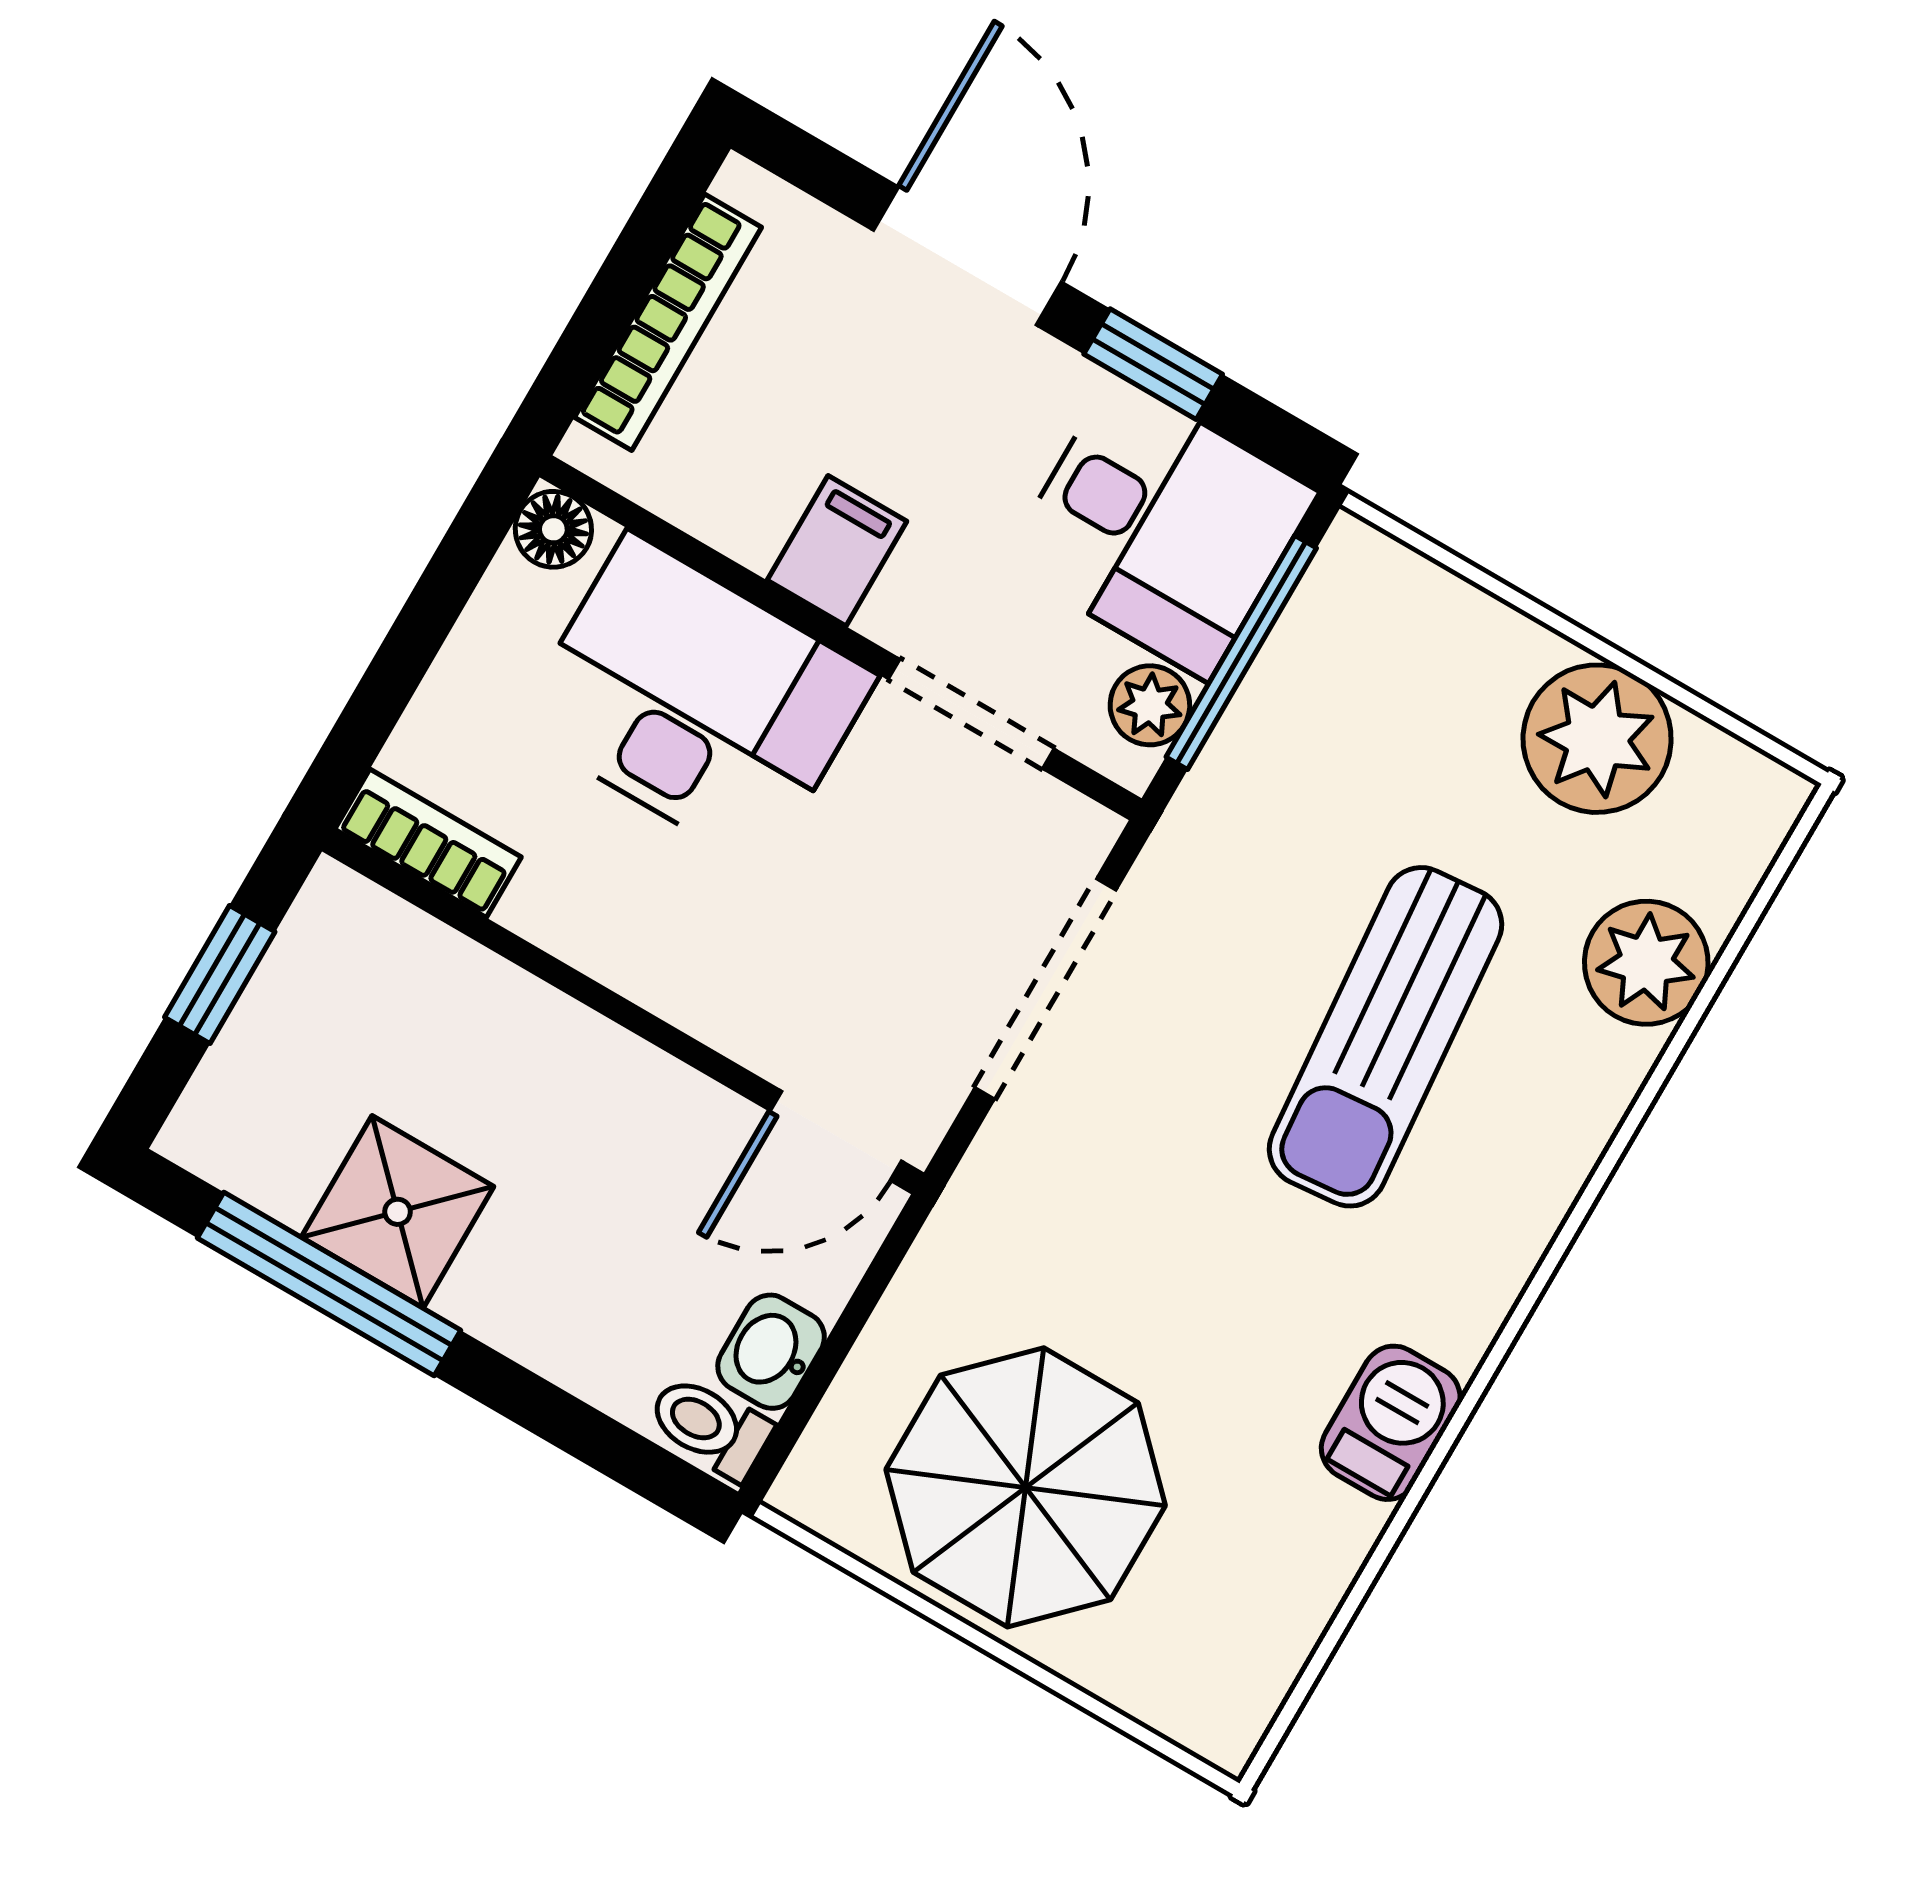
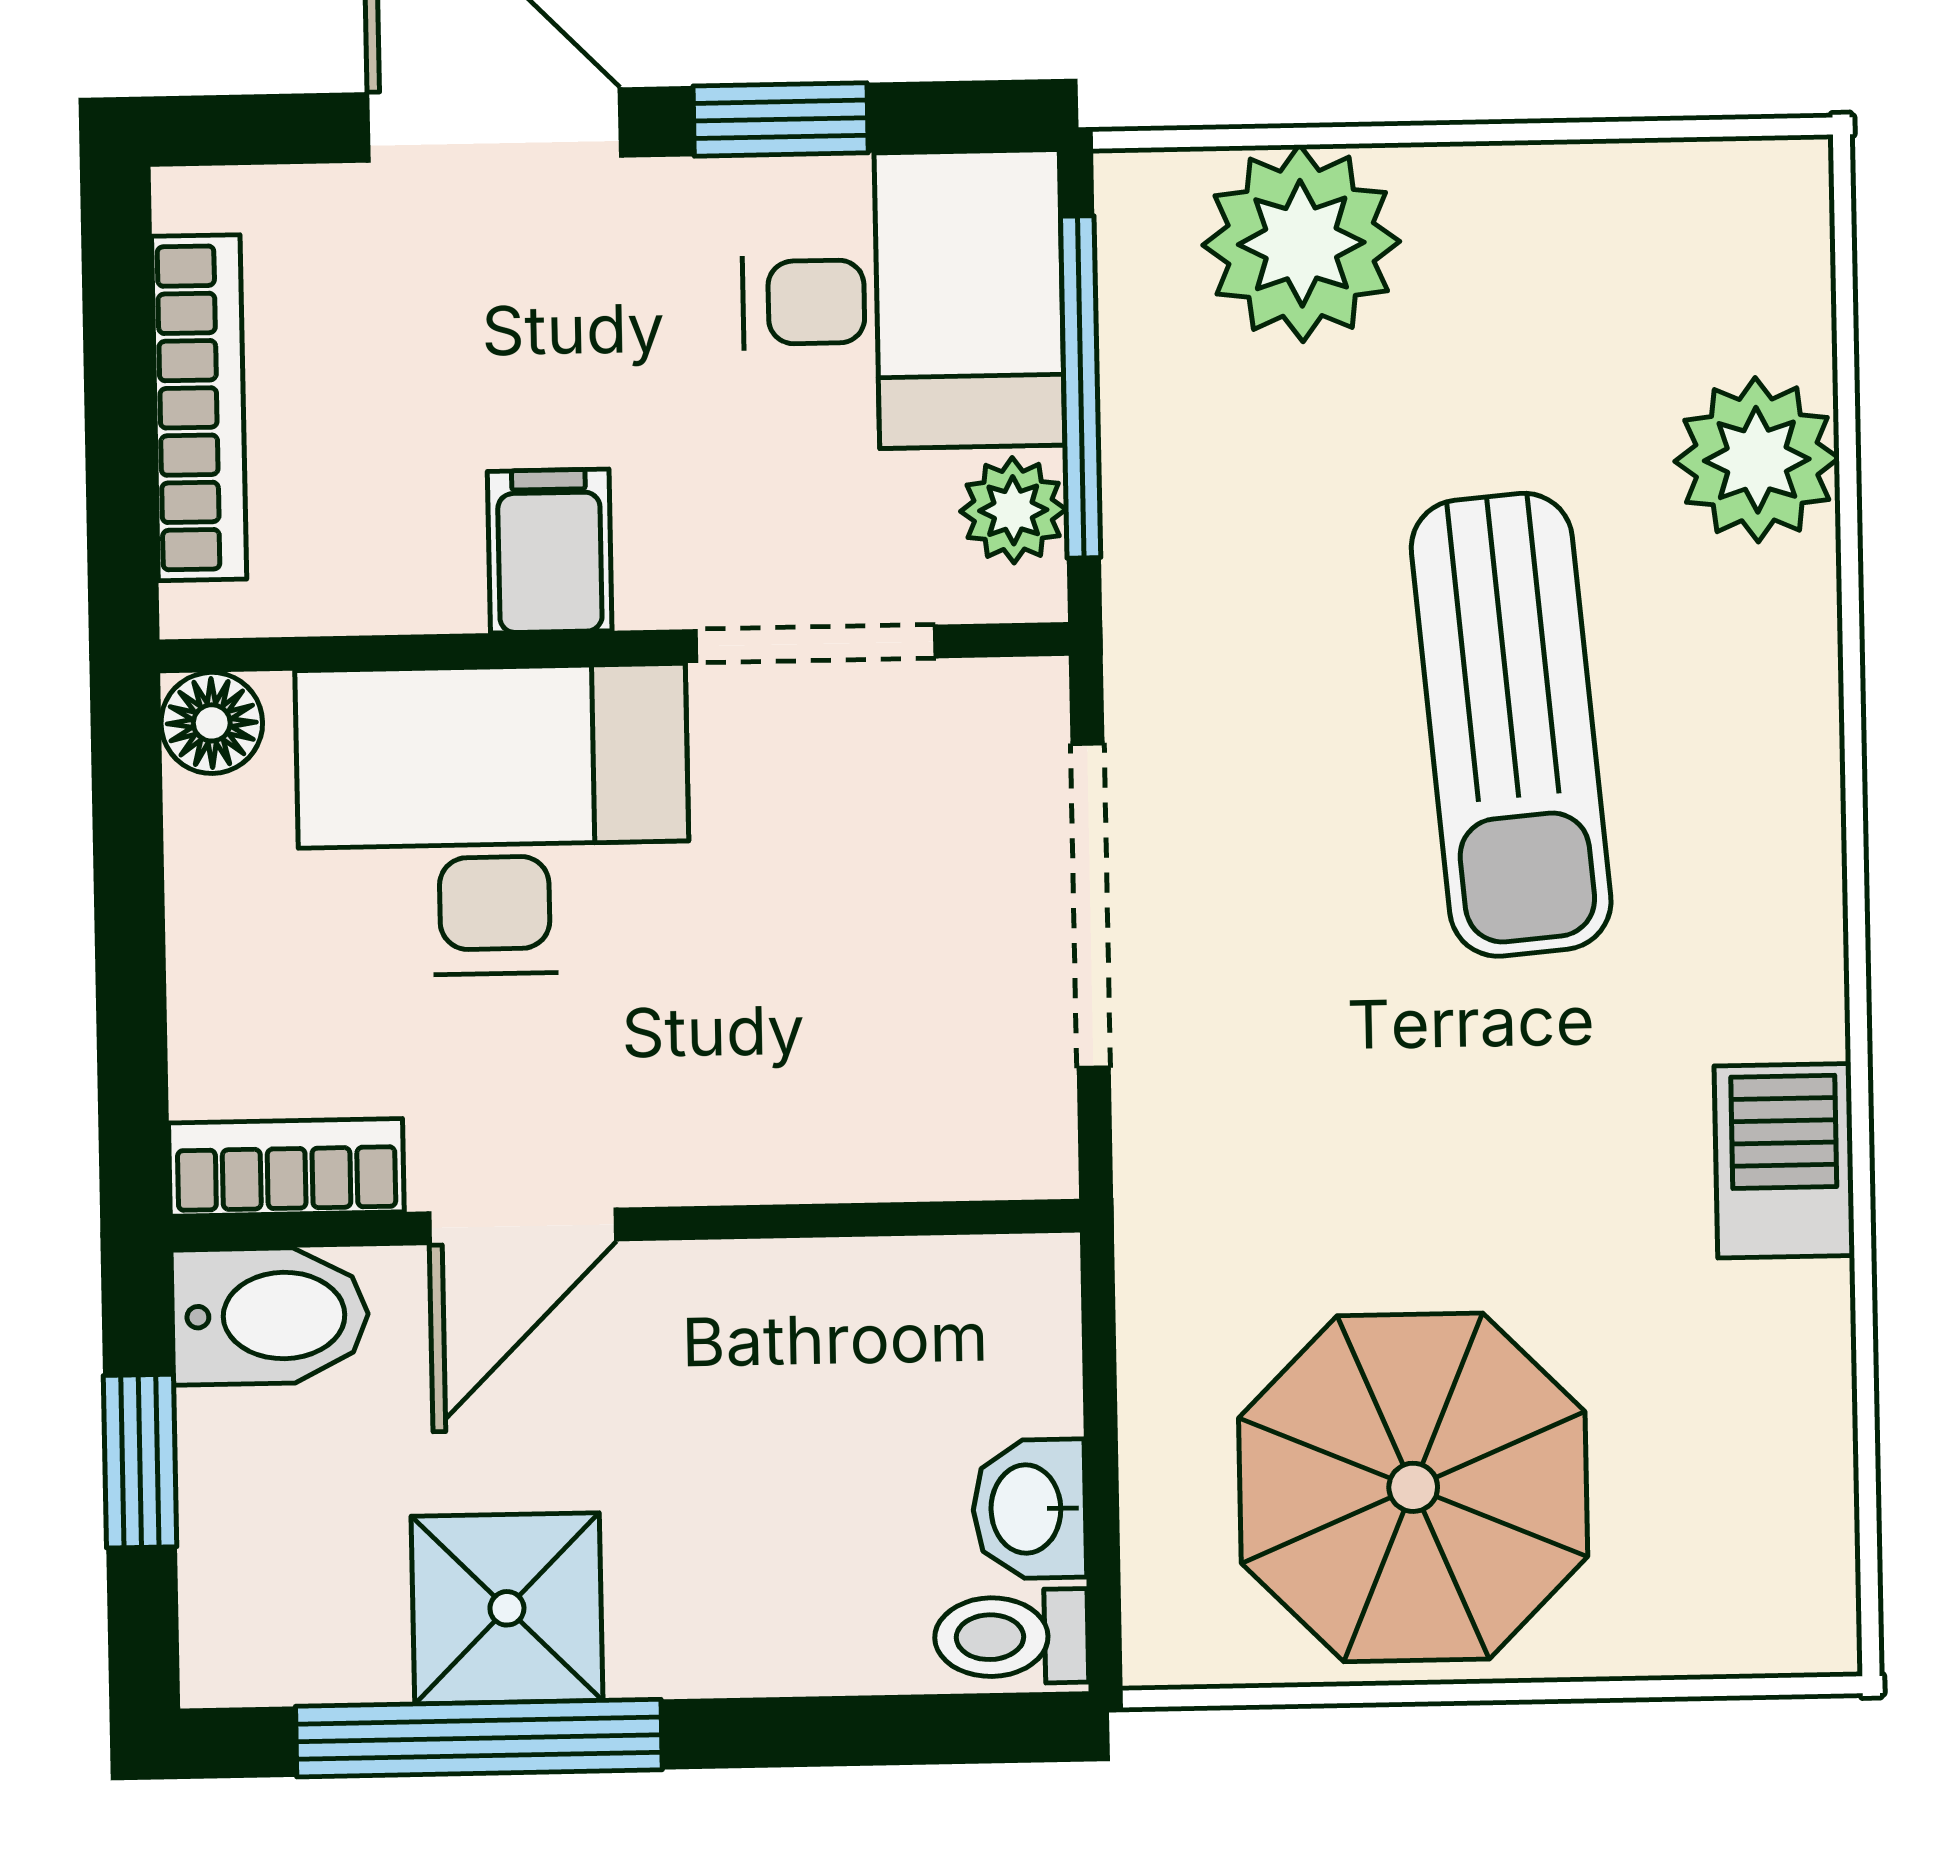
plant: (1597, 739) -> (1301, 243), moved
bidet: (360, 932) -> (270, 1316), added
door: (836, 1136) -> (523, 1226), moved

